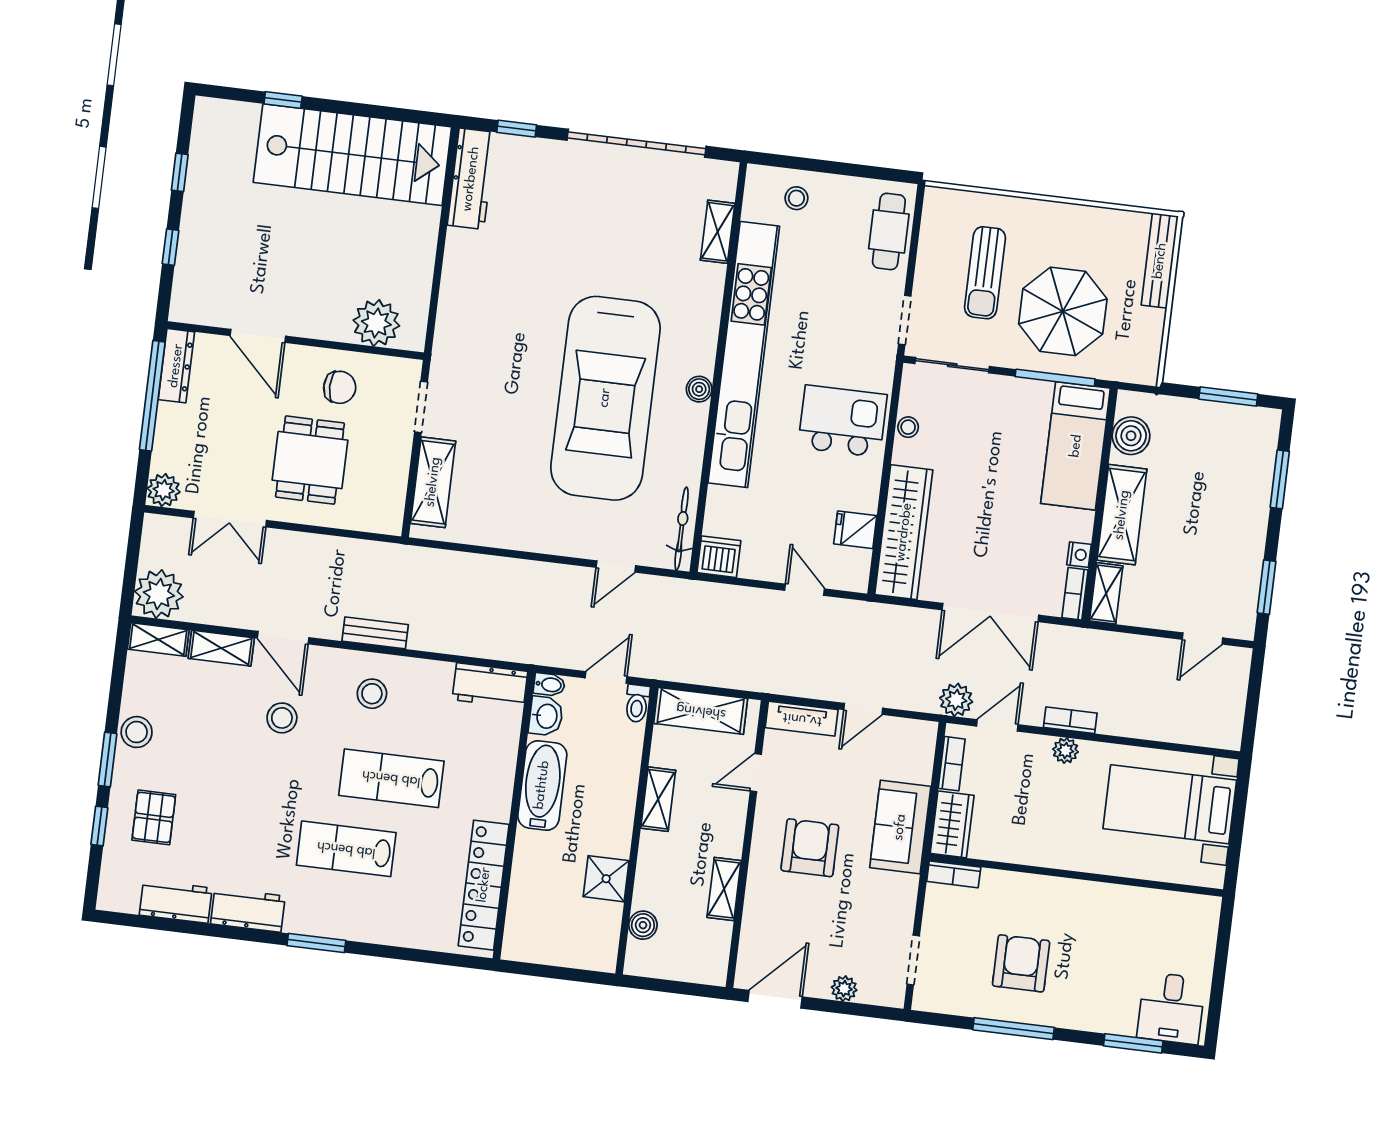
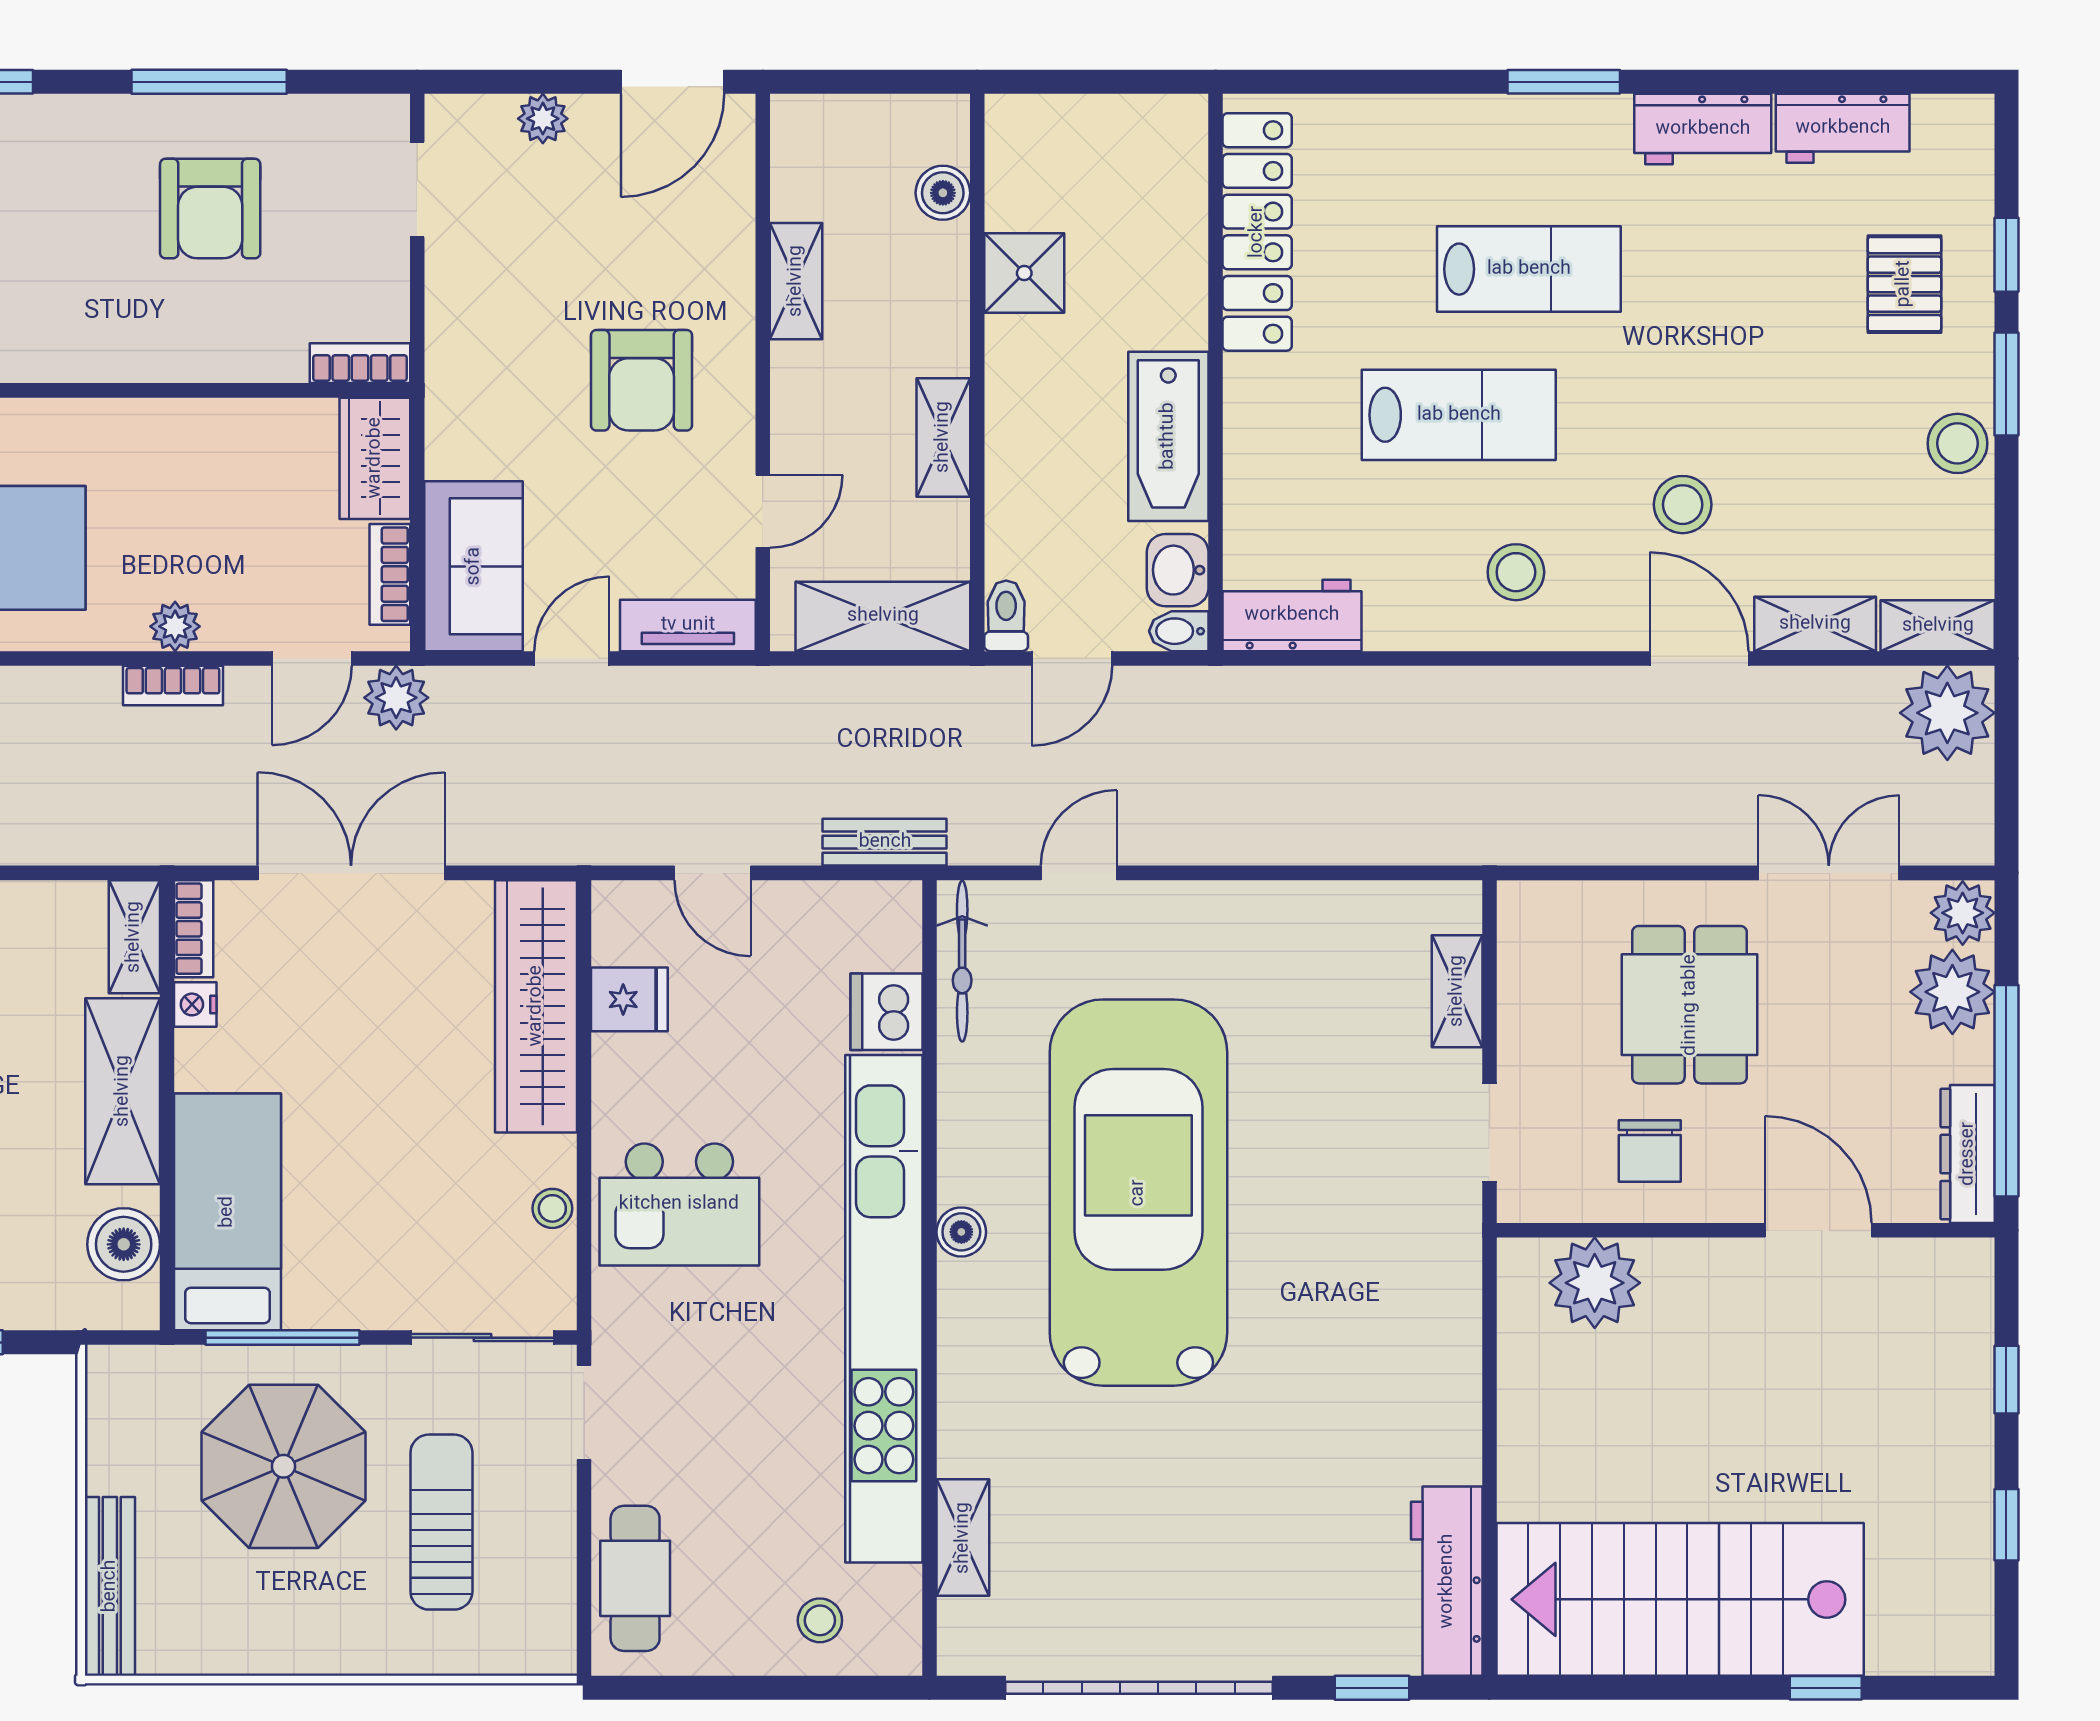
chair: (340, 387) -> (1650, 1151), turned -90
plant: (174, 450) -> (1952, 992), added
shelving: (433, 482) -> (1457, 991), width x0.67, depth x0.75
dishwasher: (719, 557) -> (886, 1012), moved, turned 90
bench: (375, 633) -> (885, 842), moved
sofa: (900, 827) -> (474, 566), moved

